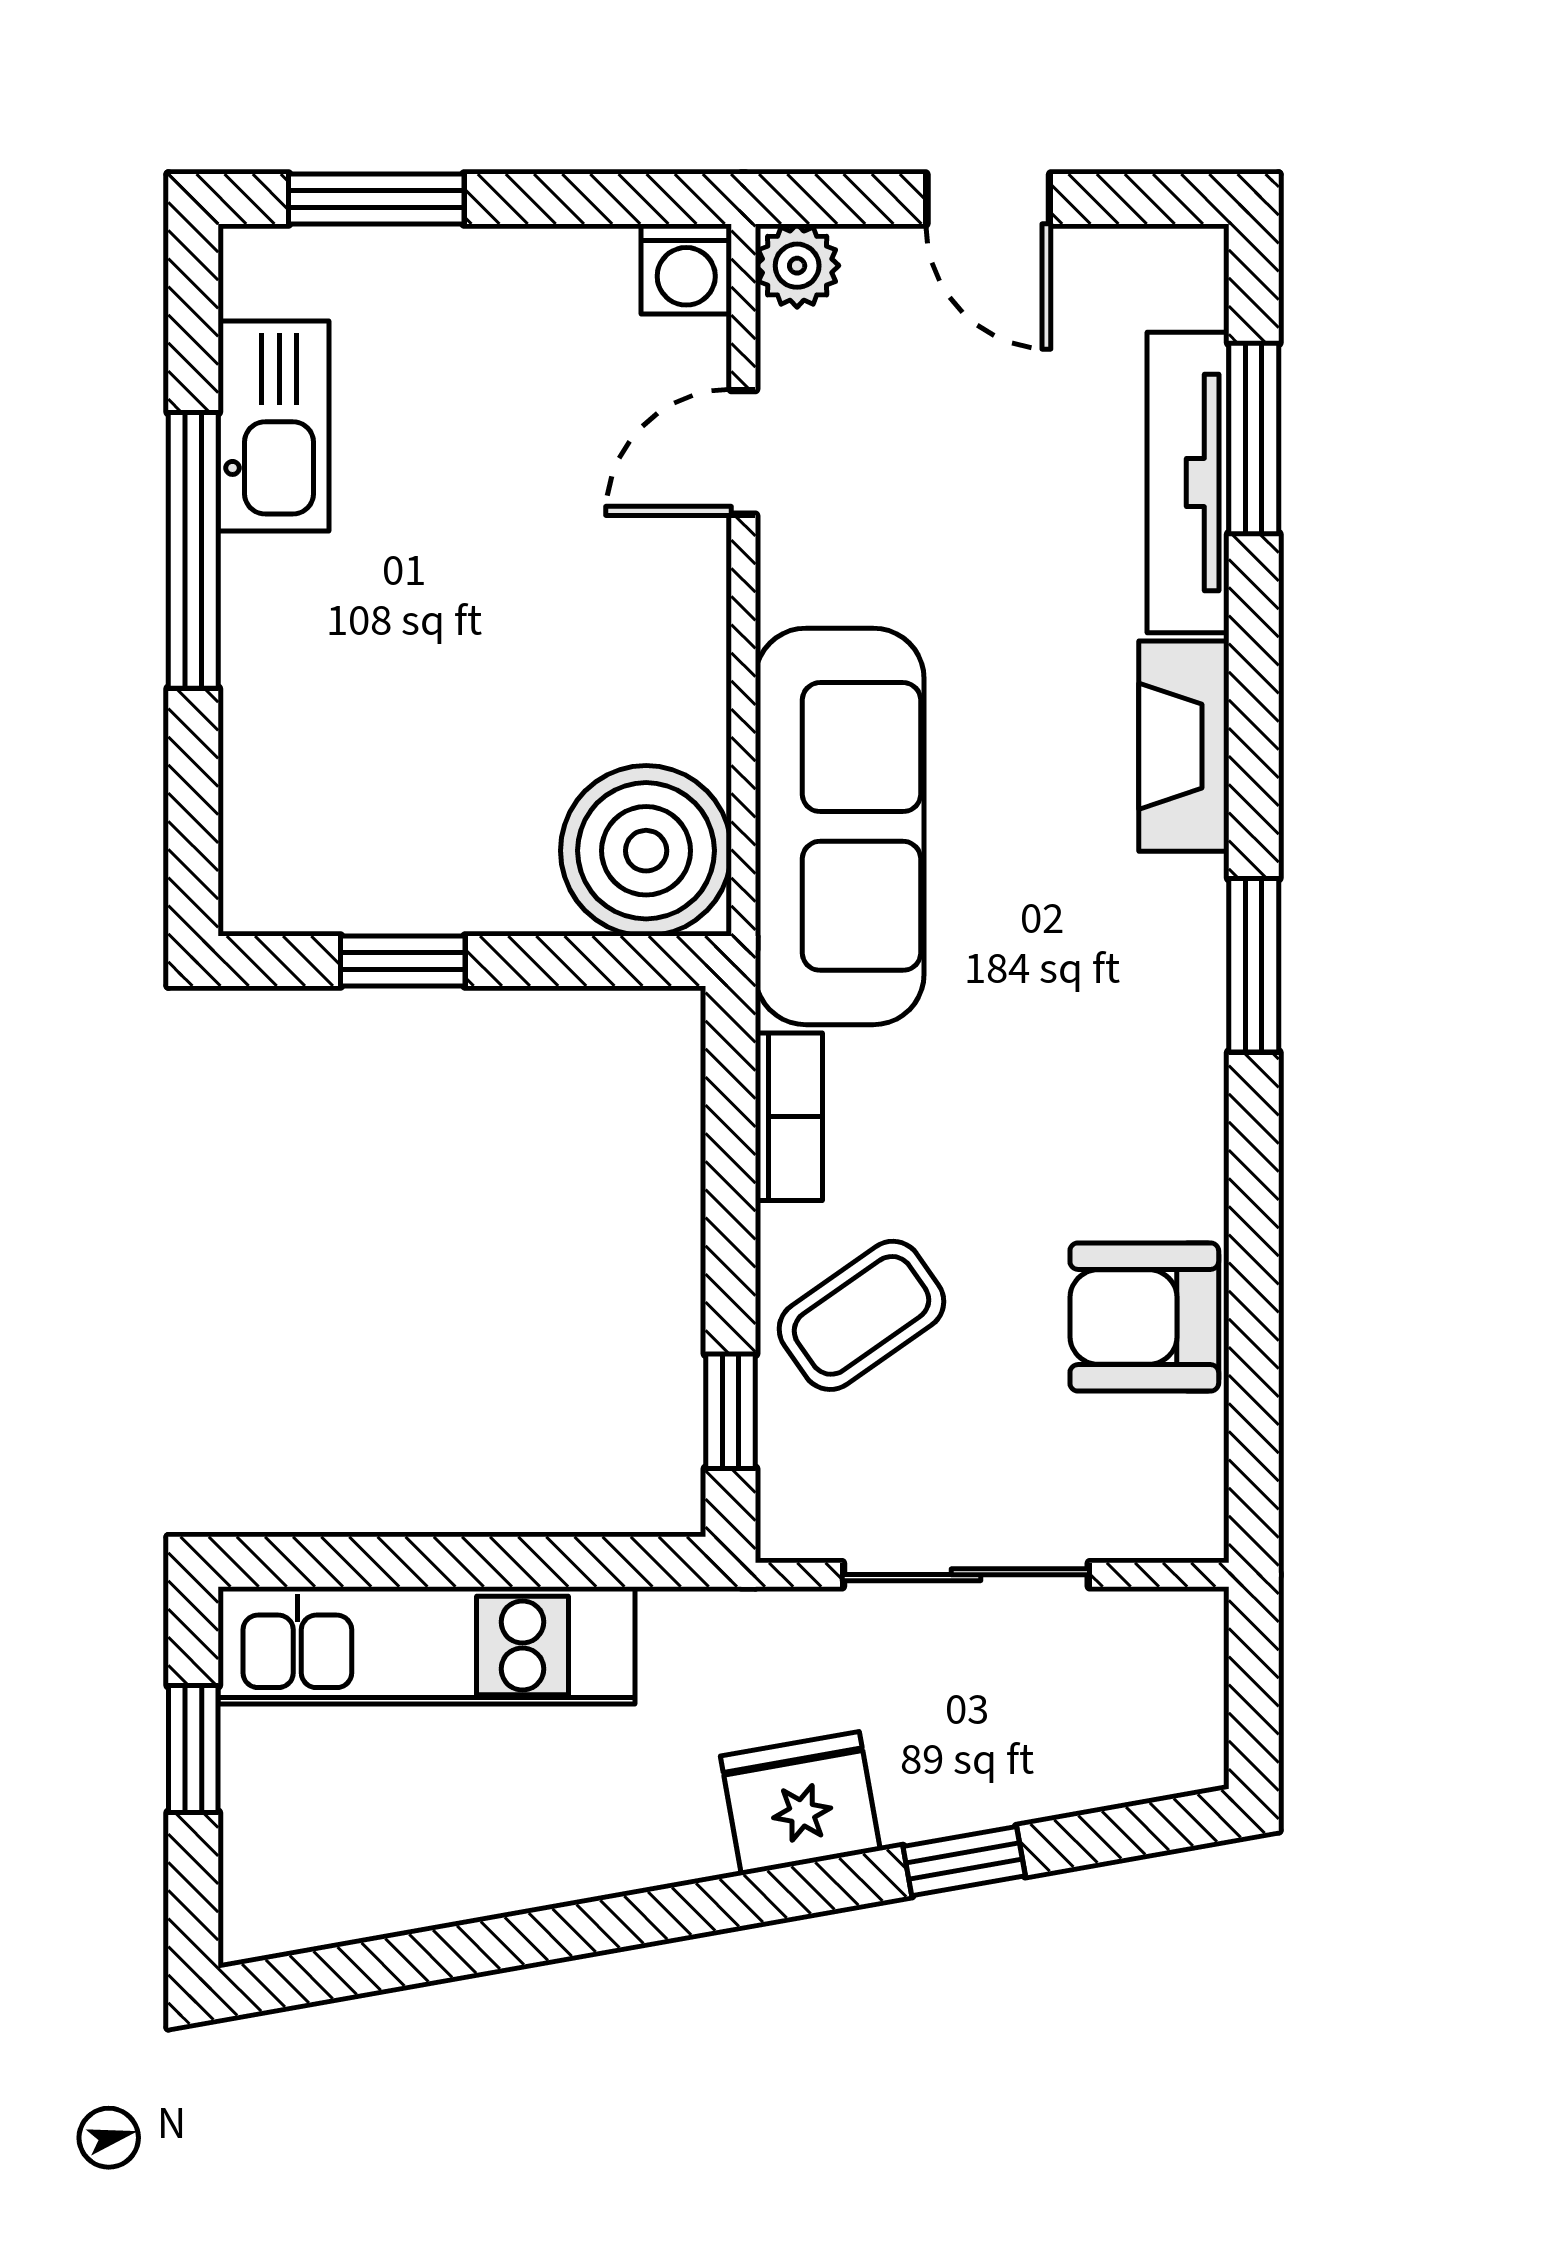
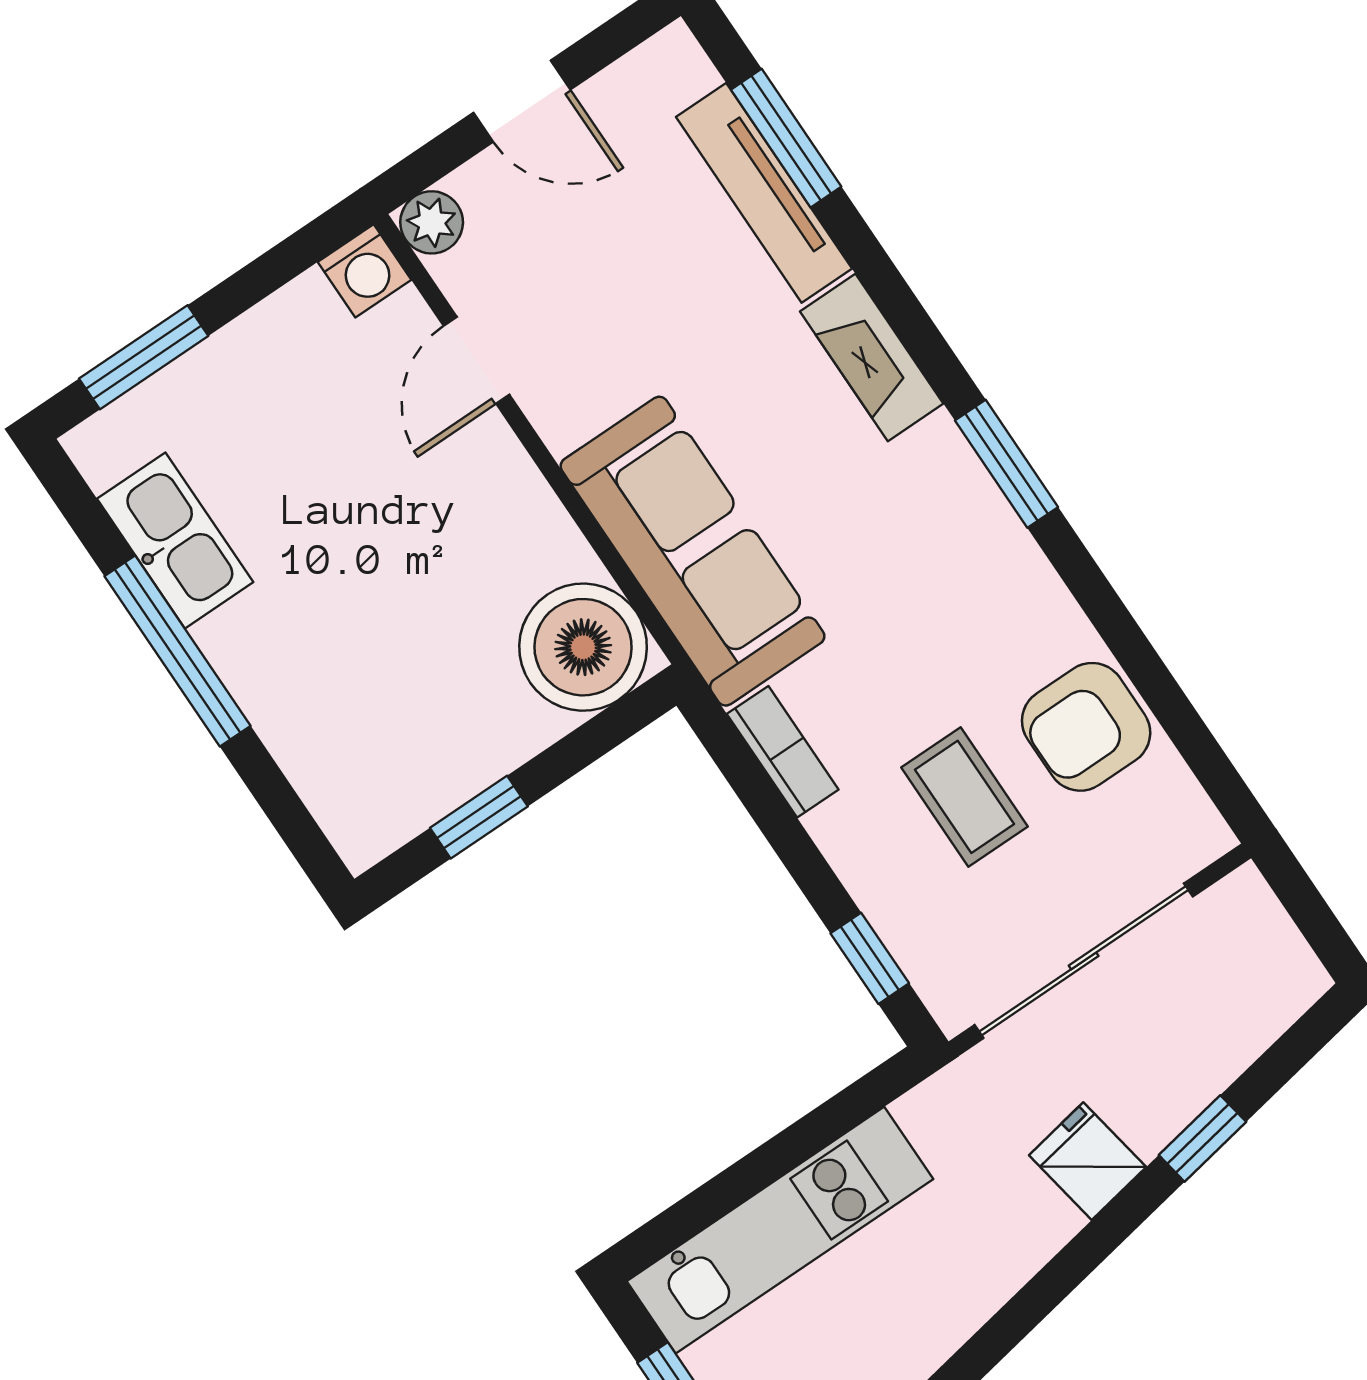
coffee table: (861, 1315) -> (965, 797), moved, turned -55
sliding door: (966, 1575) -> (1084, 961), width x1.37
fridge: (800, 1803) -> (1088, 1161), width x0.72

